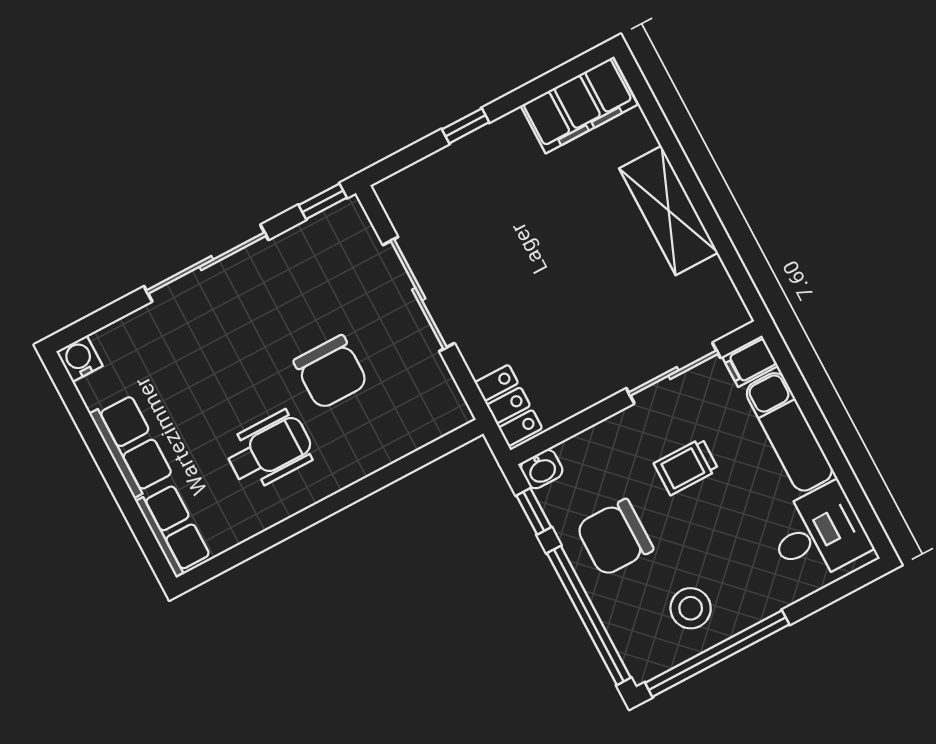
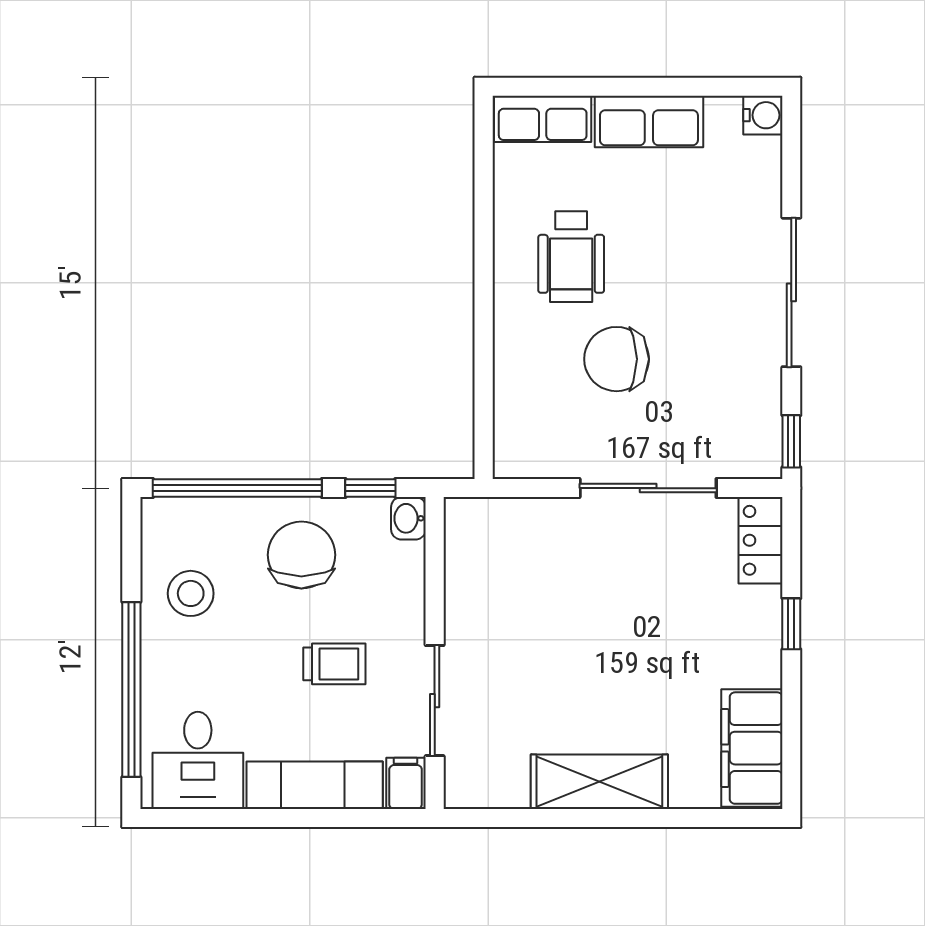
locker: (508, 405) -> (761, 540), moved, turned 90
trolley: (686, 467) -> (334, 664), turned 90
window: (717, 654) -> (131, 689), moved

